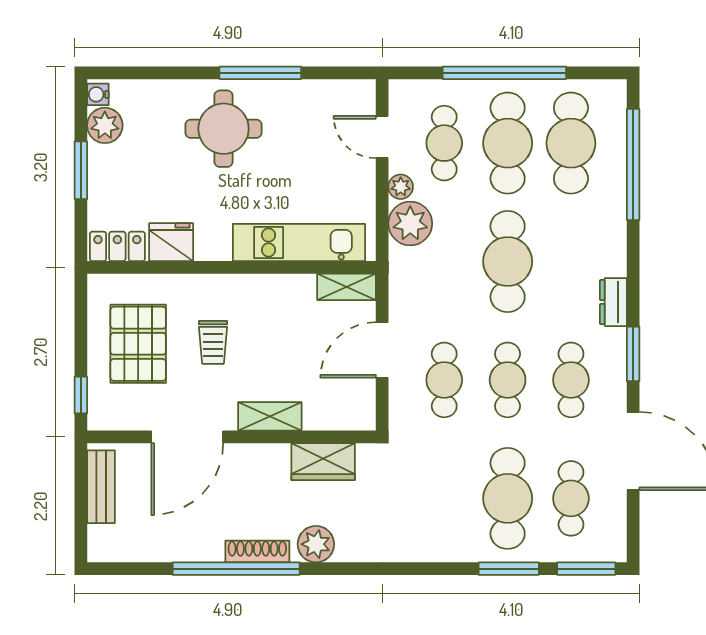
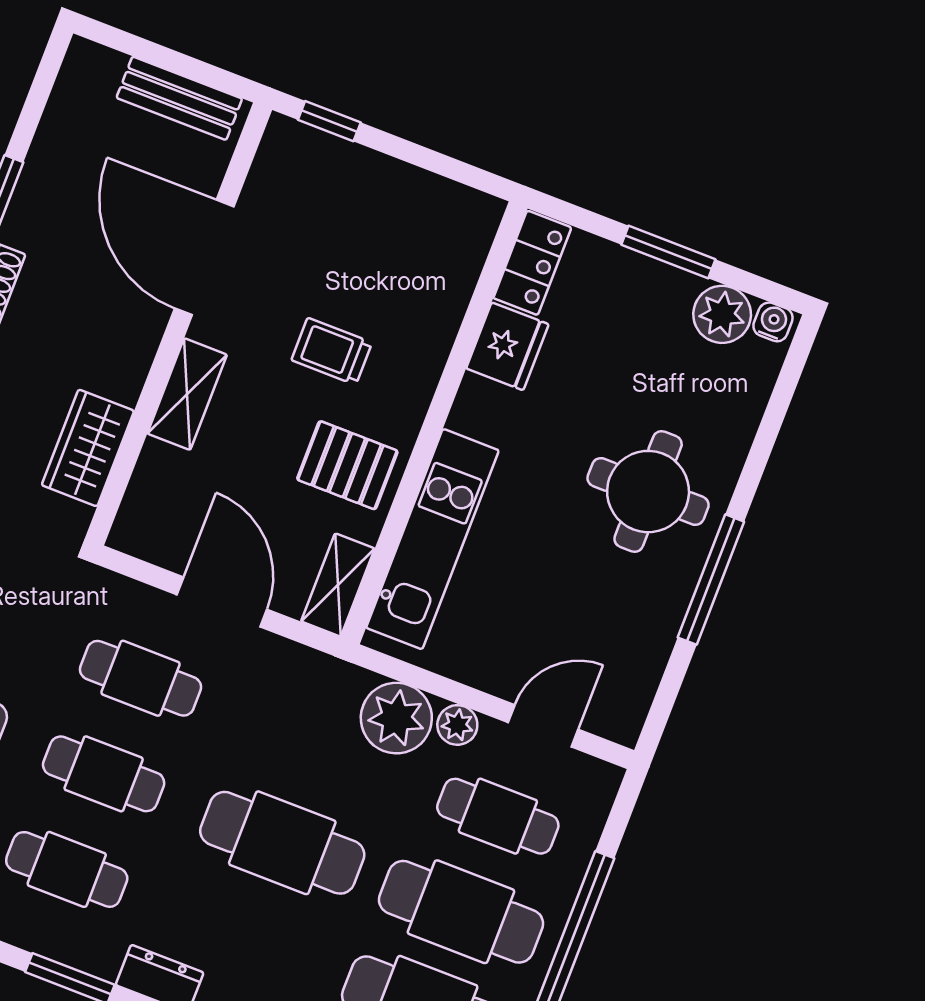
pallet: (138, 344) -> (347, 465), moved, width x0.67, depth x0.71

